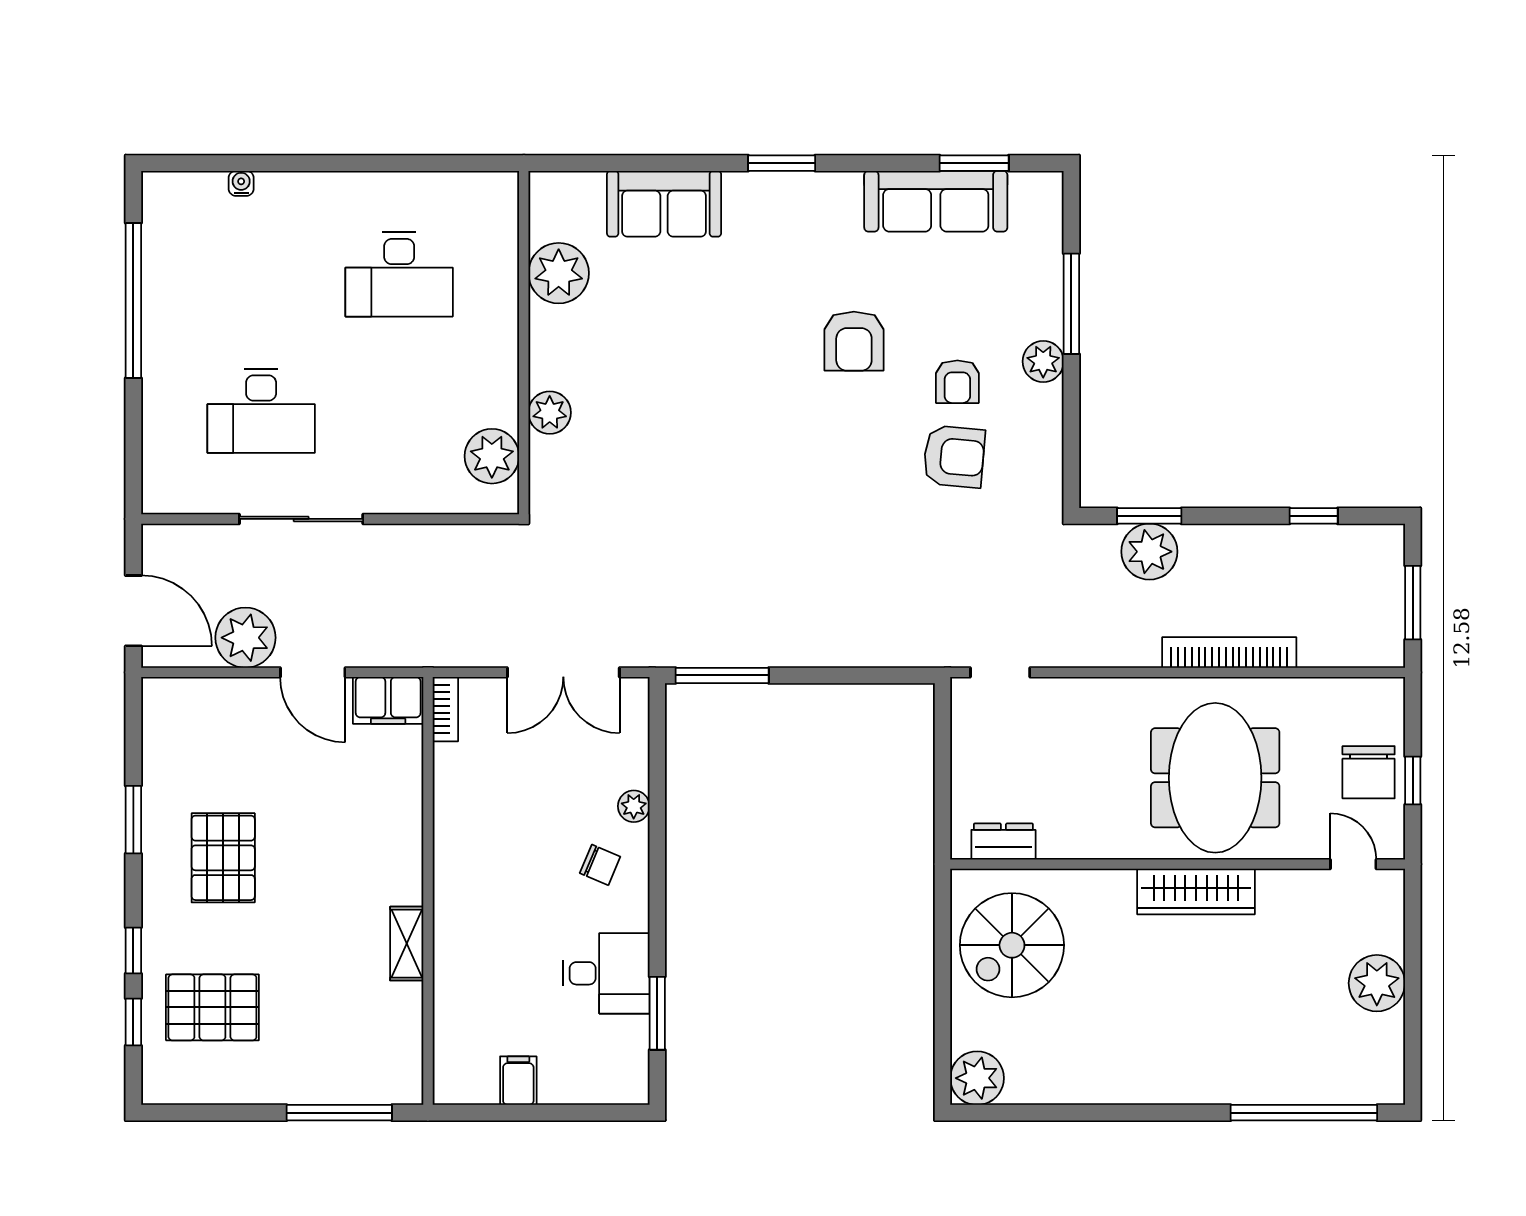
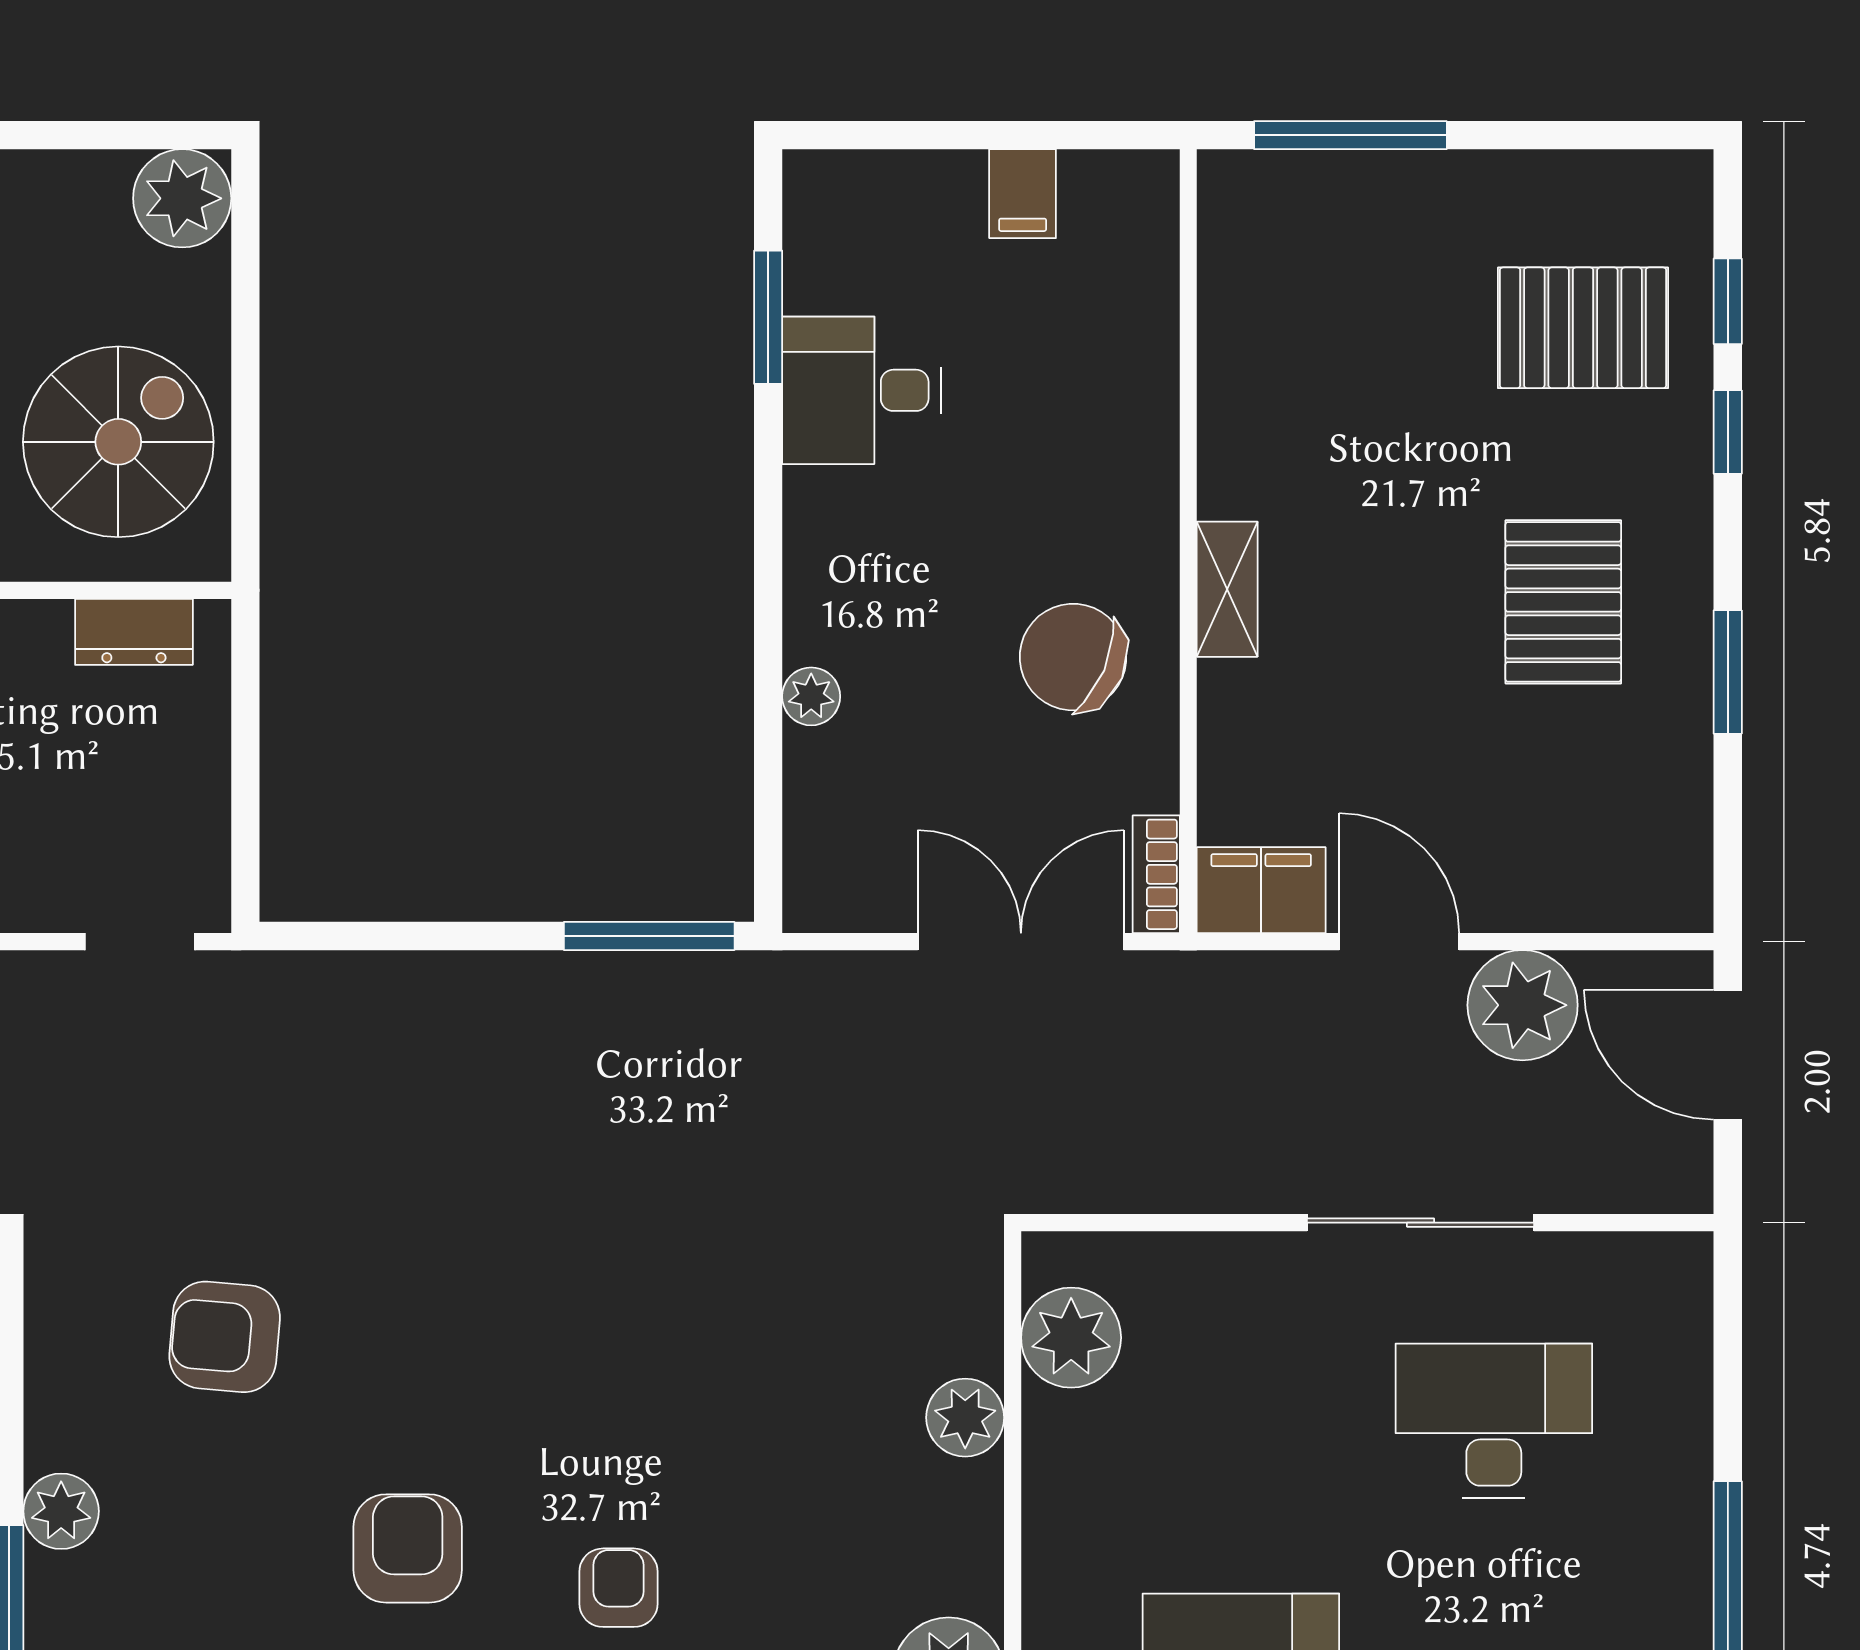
armchair: (957, 382) -> (619, 1588), moved
double door: (563, 672) -> (1021, 942), moved
chair: (600, 865) -> (1073, 657), moved, width x1.87, depth x1.87
shelving: (407, 944) -> (1227, 589), moved

